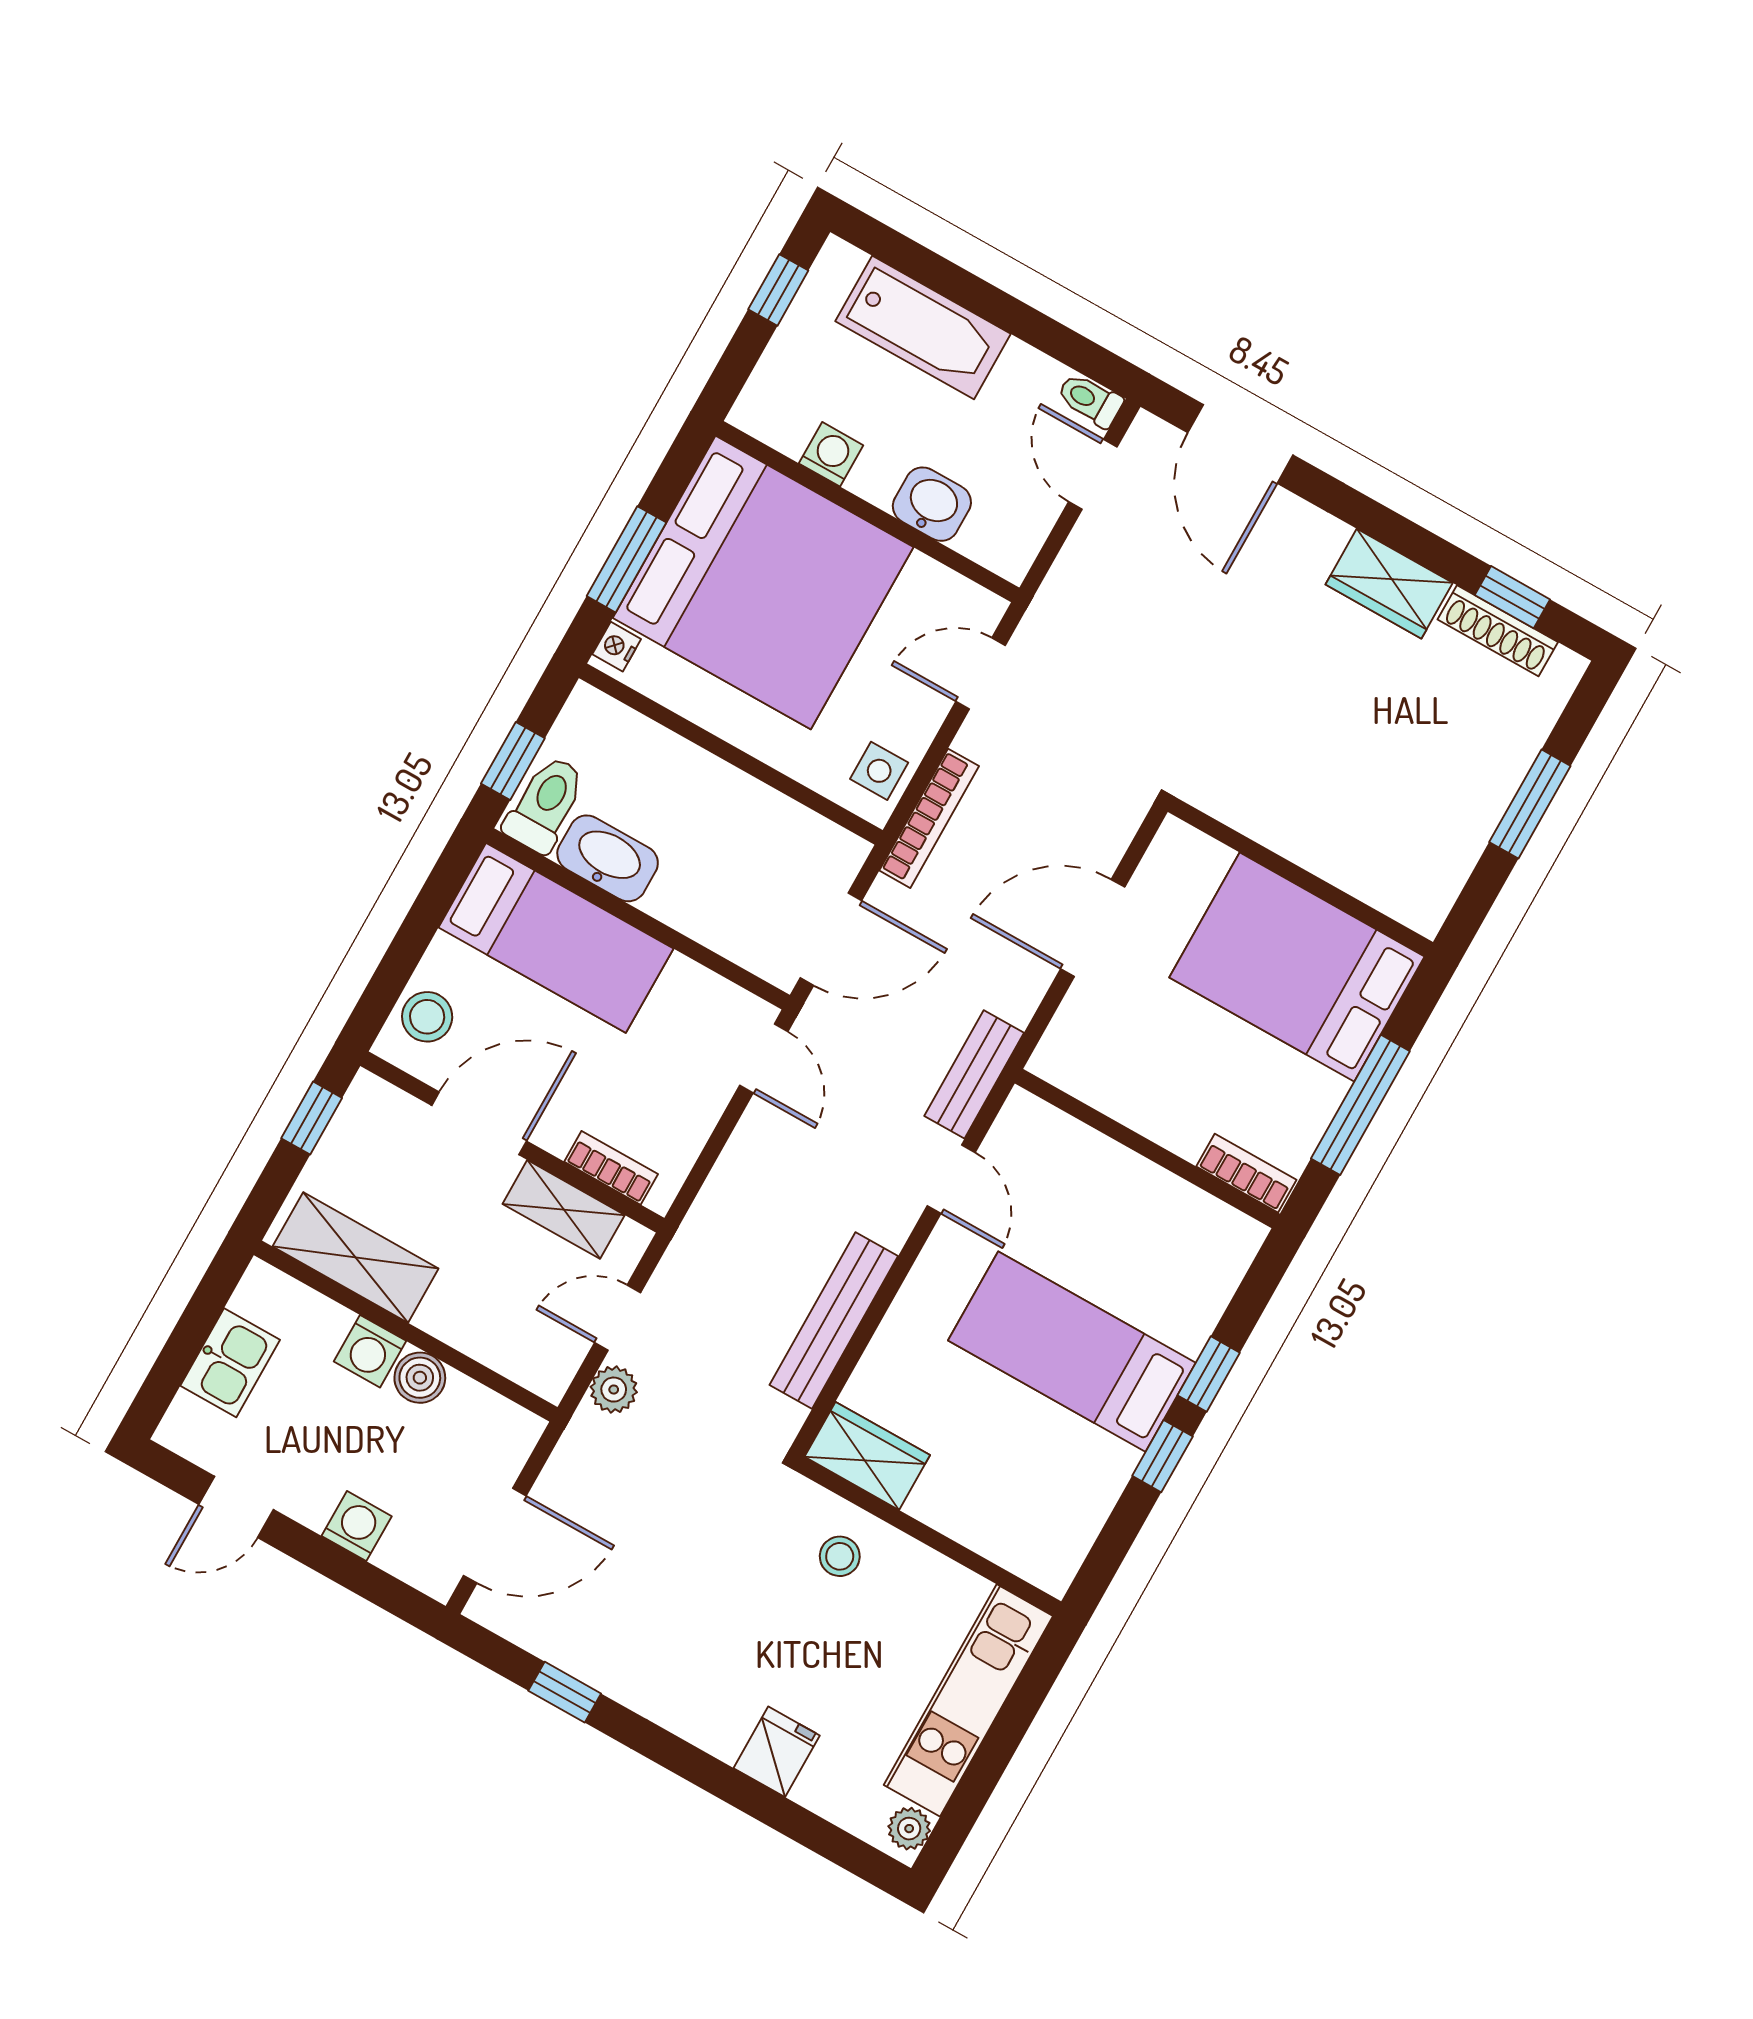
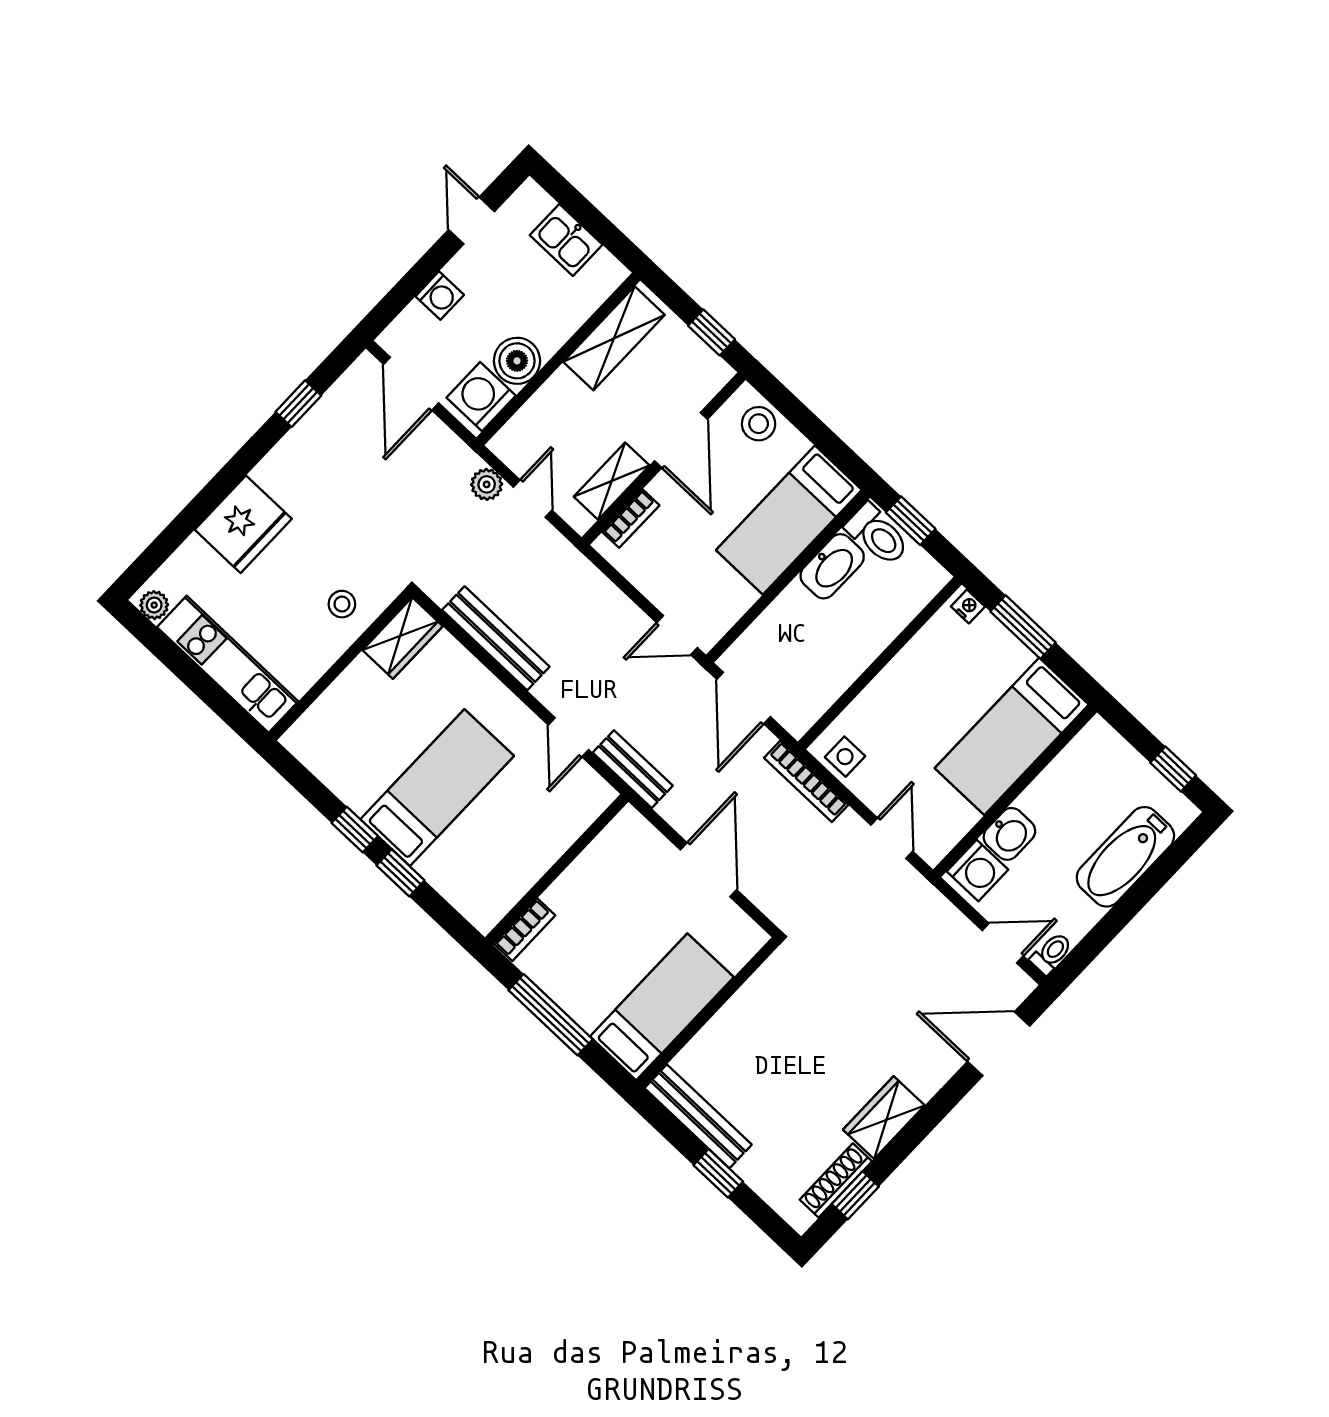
washing machine: (831, 454) -> (978, 870), moved, width x1.38, depth x1.38
bed: (763, 583) -> (1012, 736), width x0.49
window: (1530, 804) -> (718, 1173), width x0.67
bench: (1455, 854) -> (698, 1116), added
bed: (1297, 967) -> (662, 1007), width x0.67
door: (951, 1179) -> (568, 737), hinge flipped
washing machine: (370, 1351) -> (481, 397), moved, width x1.38, depth x1.38
boiler: (420, 1378) -> (517, 361), width x1.36, depth x1.36
fridge: (777, 1752) -> (243, 524), width x1.88, depth x1.34

